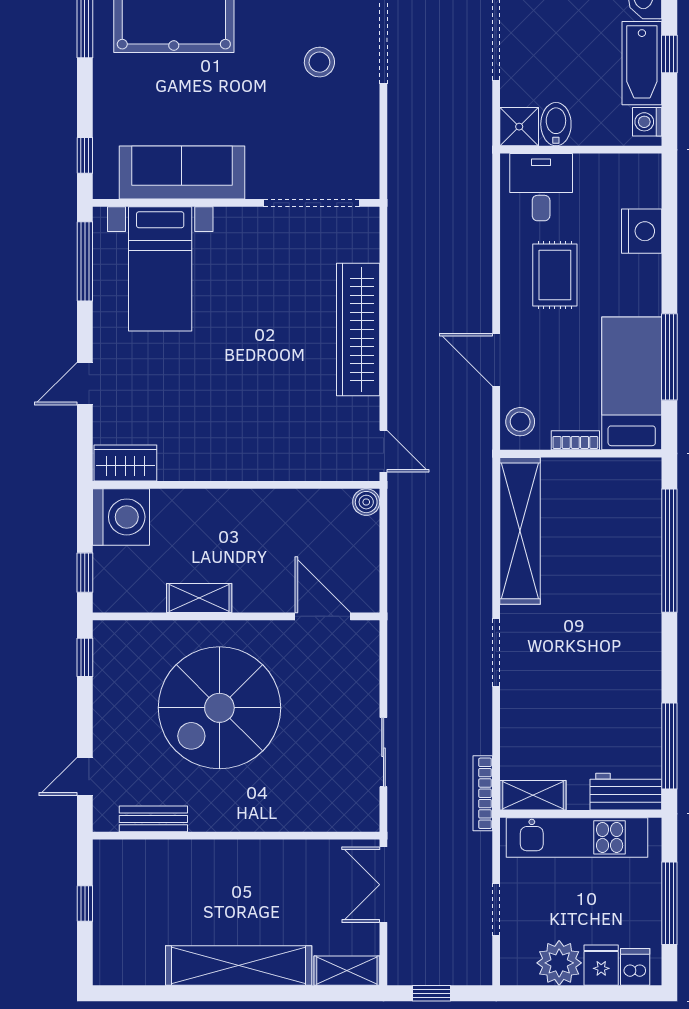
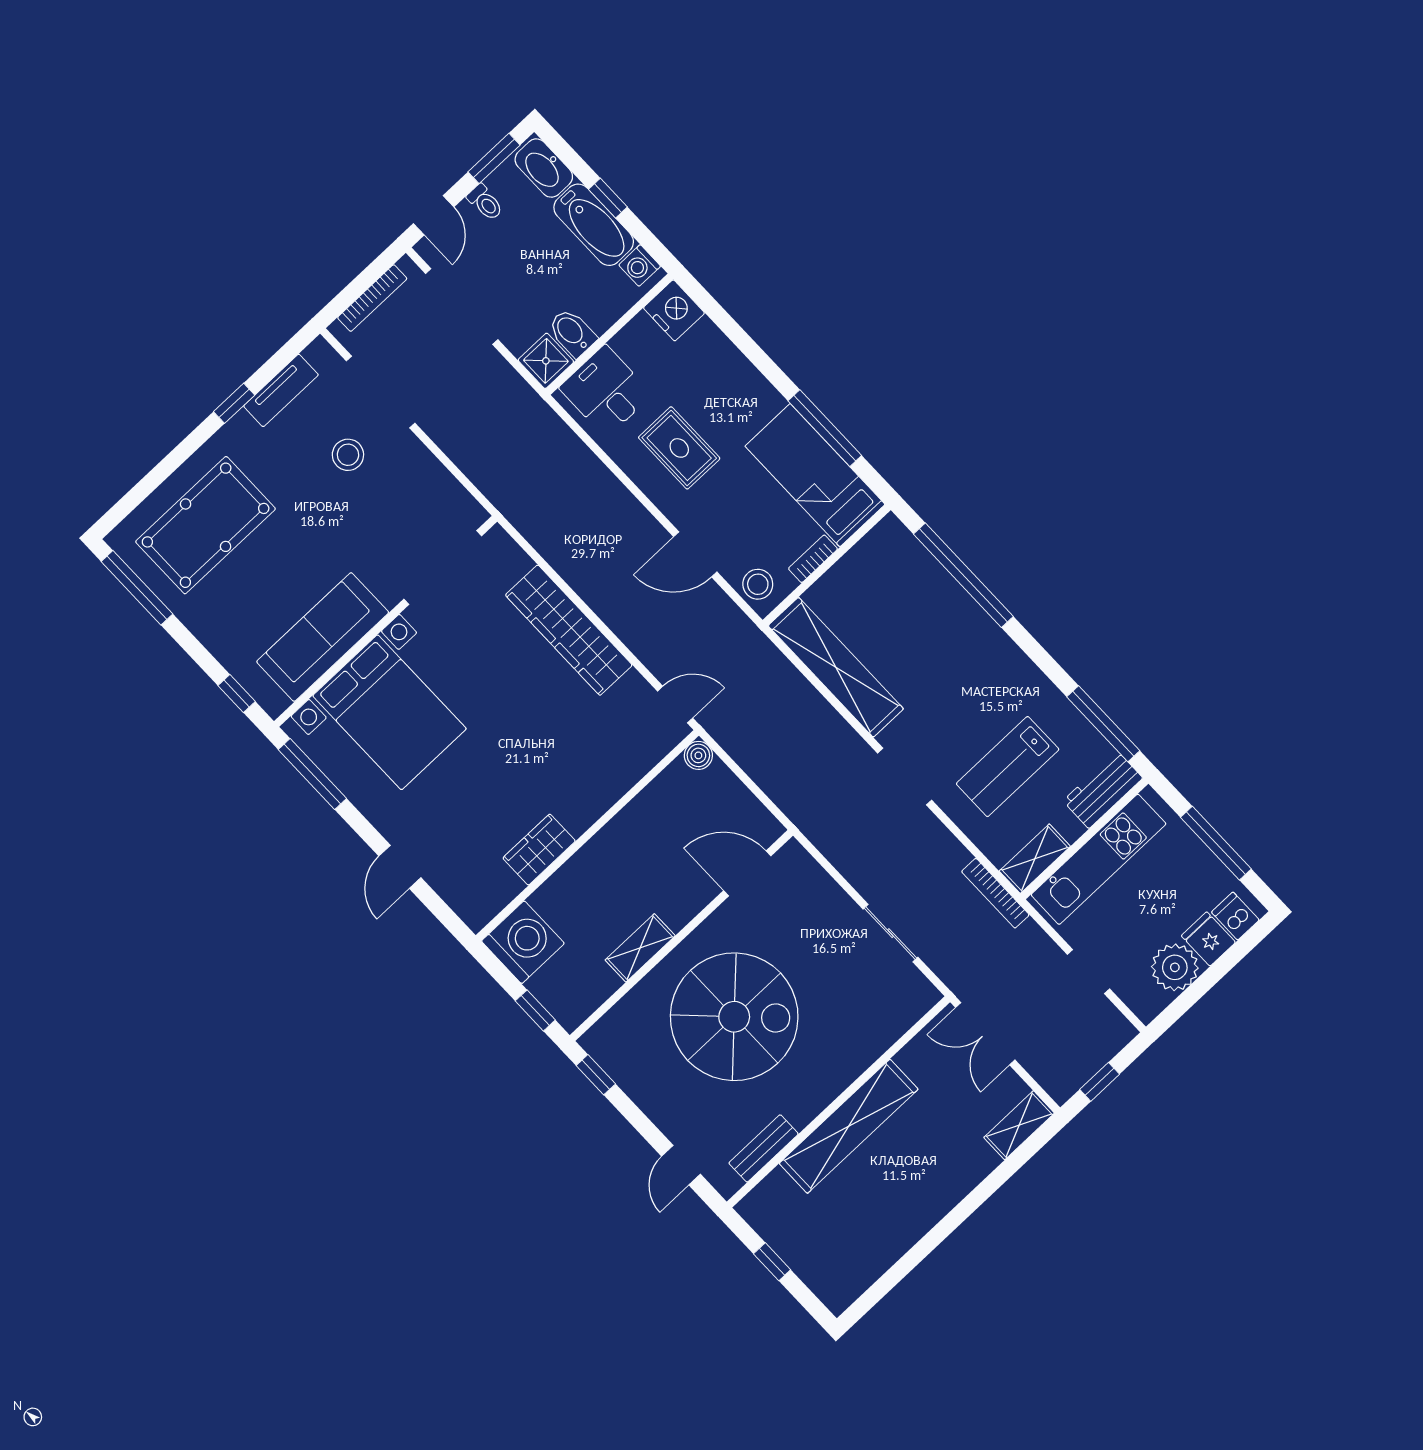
nightstand: (642, 231) -> (674, 310), moved
bed with nightstands: (160, 269) -> (389, 712), width x1.36
wardrobe: (125, 463) -> (539, 850), moved
spiral stairs: (219, 708) -> (734, 1017), turned -90
lab bench: (574, 713) -> (1008, 767), added
shelving: (239, 966) -> (849, 1126), moved

